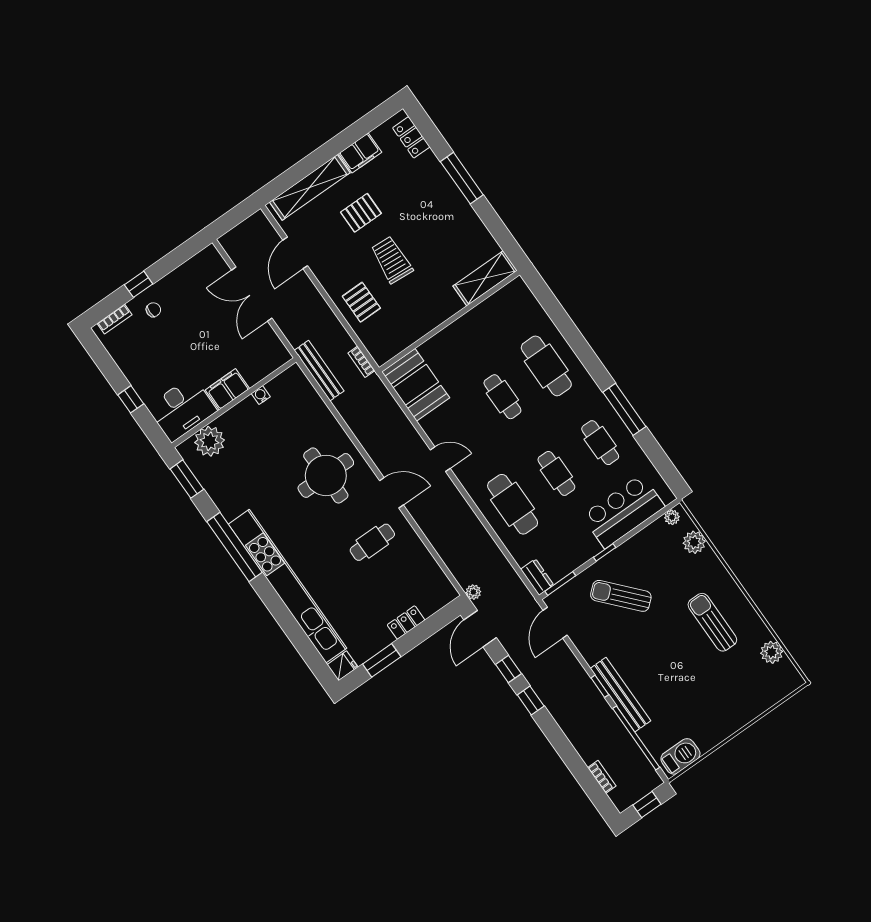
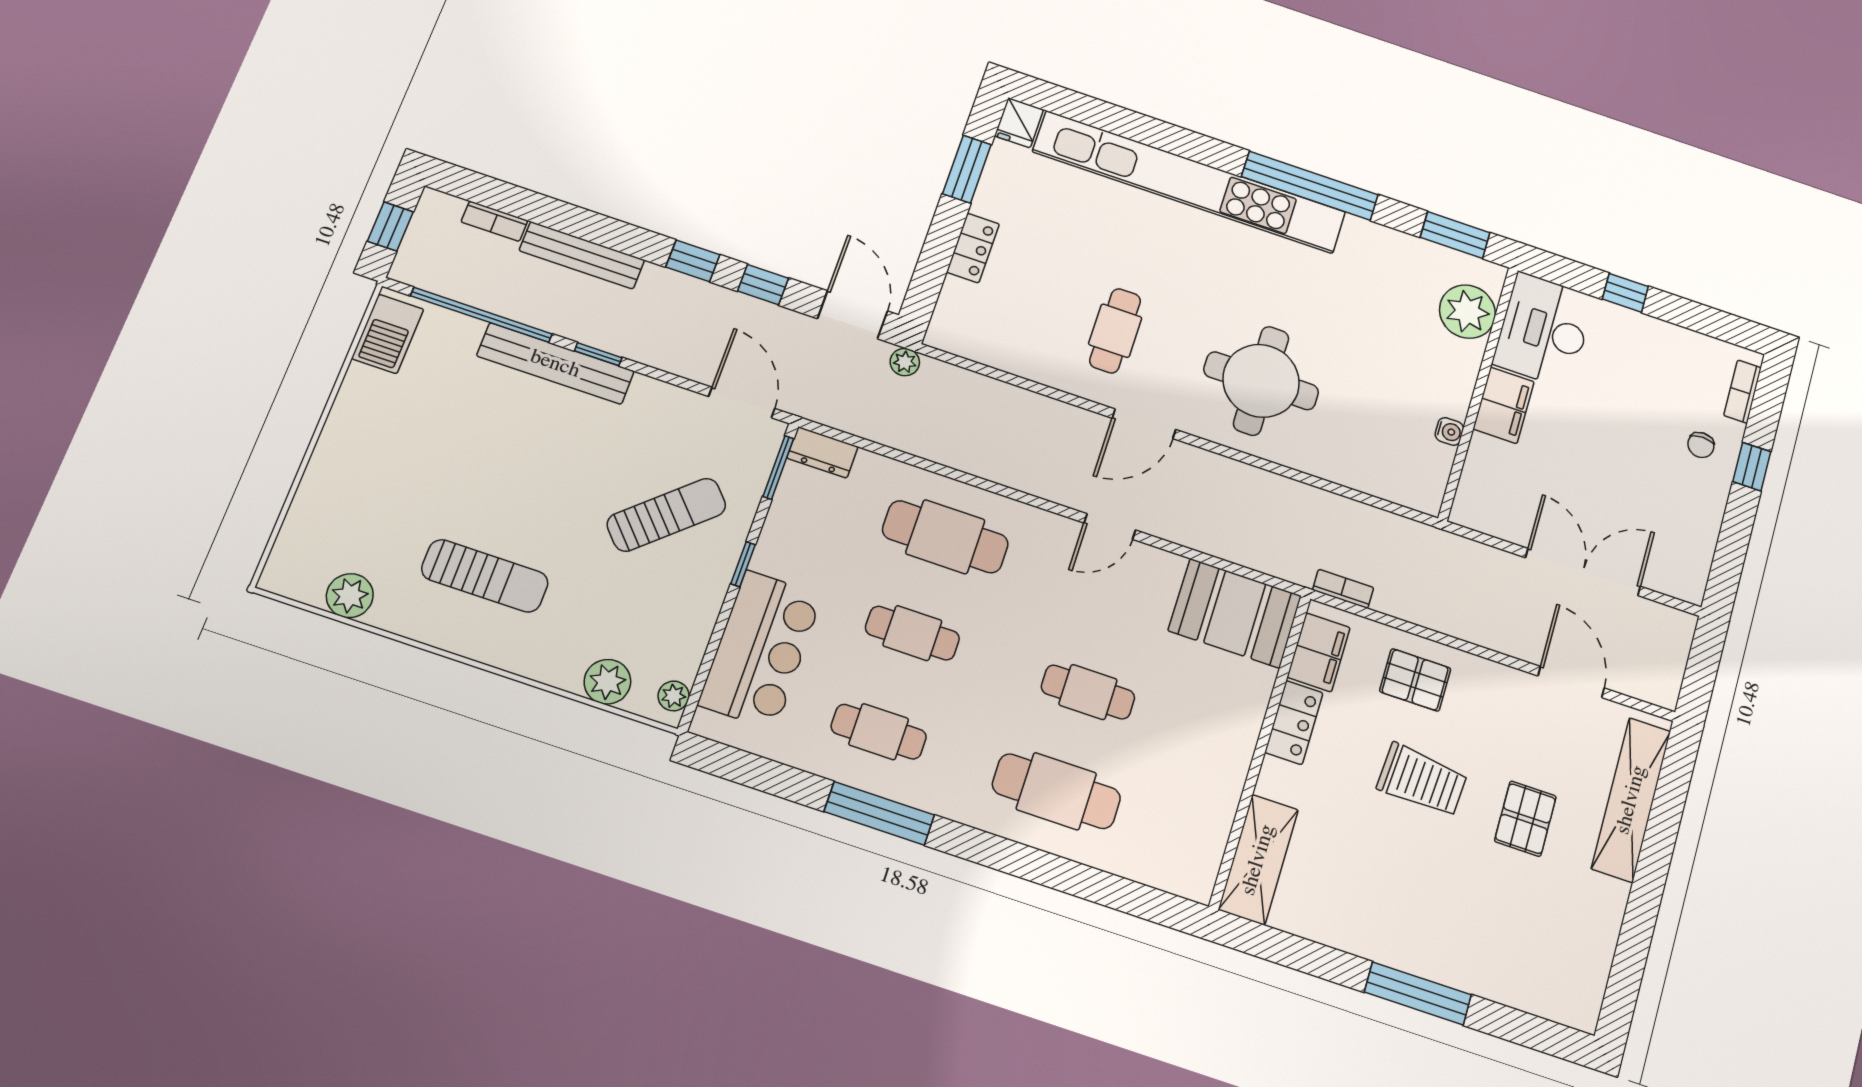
locker: (411, 137) -> (1294, 723), moved, turned 90
filing cabinet: (360, 153) -> (1319, 652), moved, turned 180
bench: (319, 371) -> (582, 255), moved

